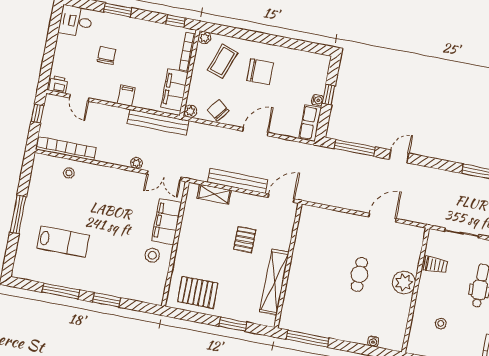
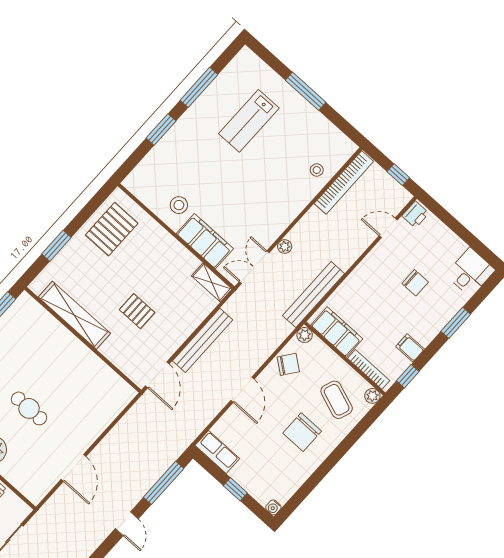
filing cabinet: (126, 96) -> (410, 348), moved, turned 180
water cooler: (317, 100) -> (273, 507), moved
shelving: (214, 194) -> (212, 282), moved, turned 90

